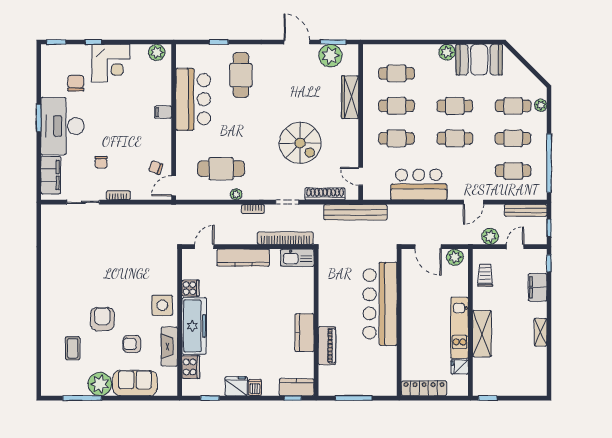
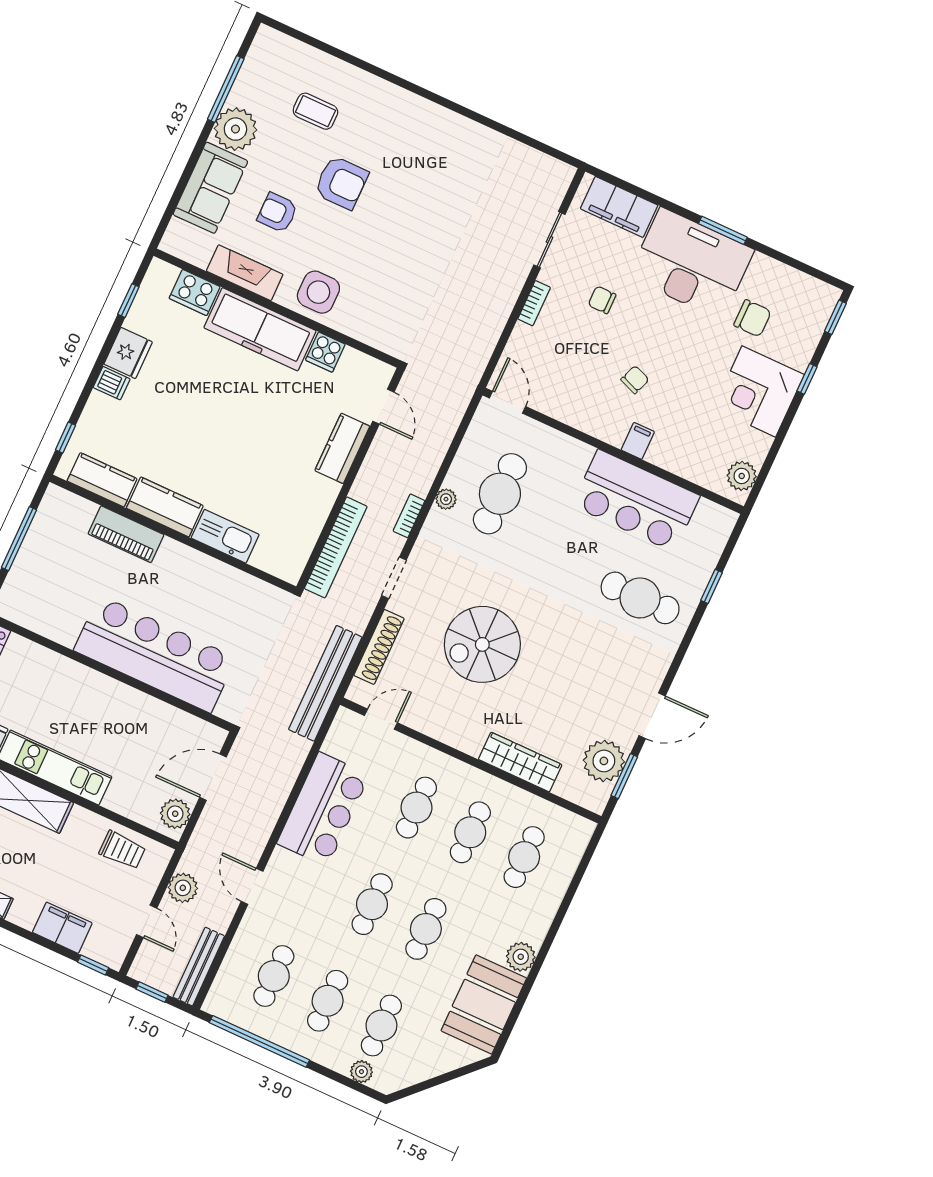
chair: (156, 167) -> (635, 380), moved
kitchen counter: (243, 258) -> (342, 448), width x0.67
kitchen sink: (297, 258) -> (225, 536), moved, turned 90
armchair: (132, 344) -> (277, 213), turned -90
kitchen counter: (297, 387) -> (102, 480), moved, turned -90

